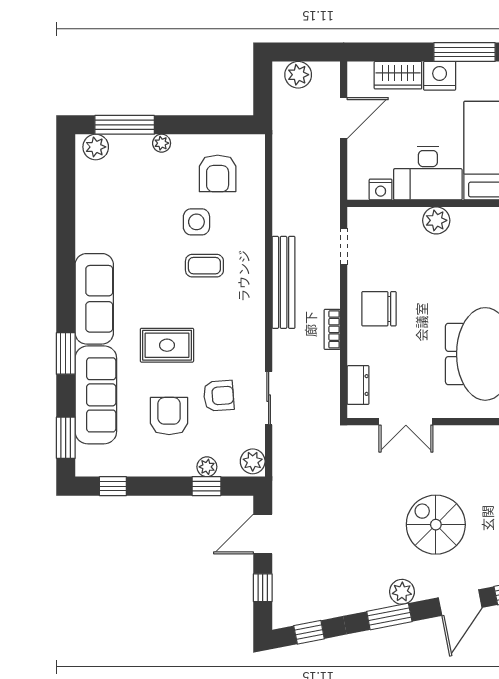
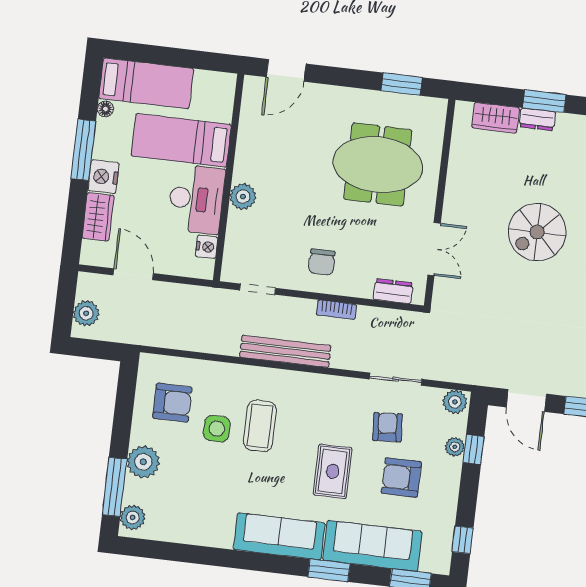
plant: (162, 143) -> (143, 462), width x1.88, depth x1.88
coffee table: (204, 266) -> (260, 426), width x1.36, depth x1.30
chair: (379, 309) -> (322, 262), width x0.73, depth x0.73

